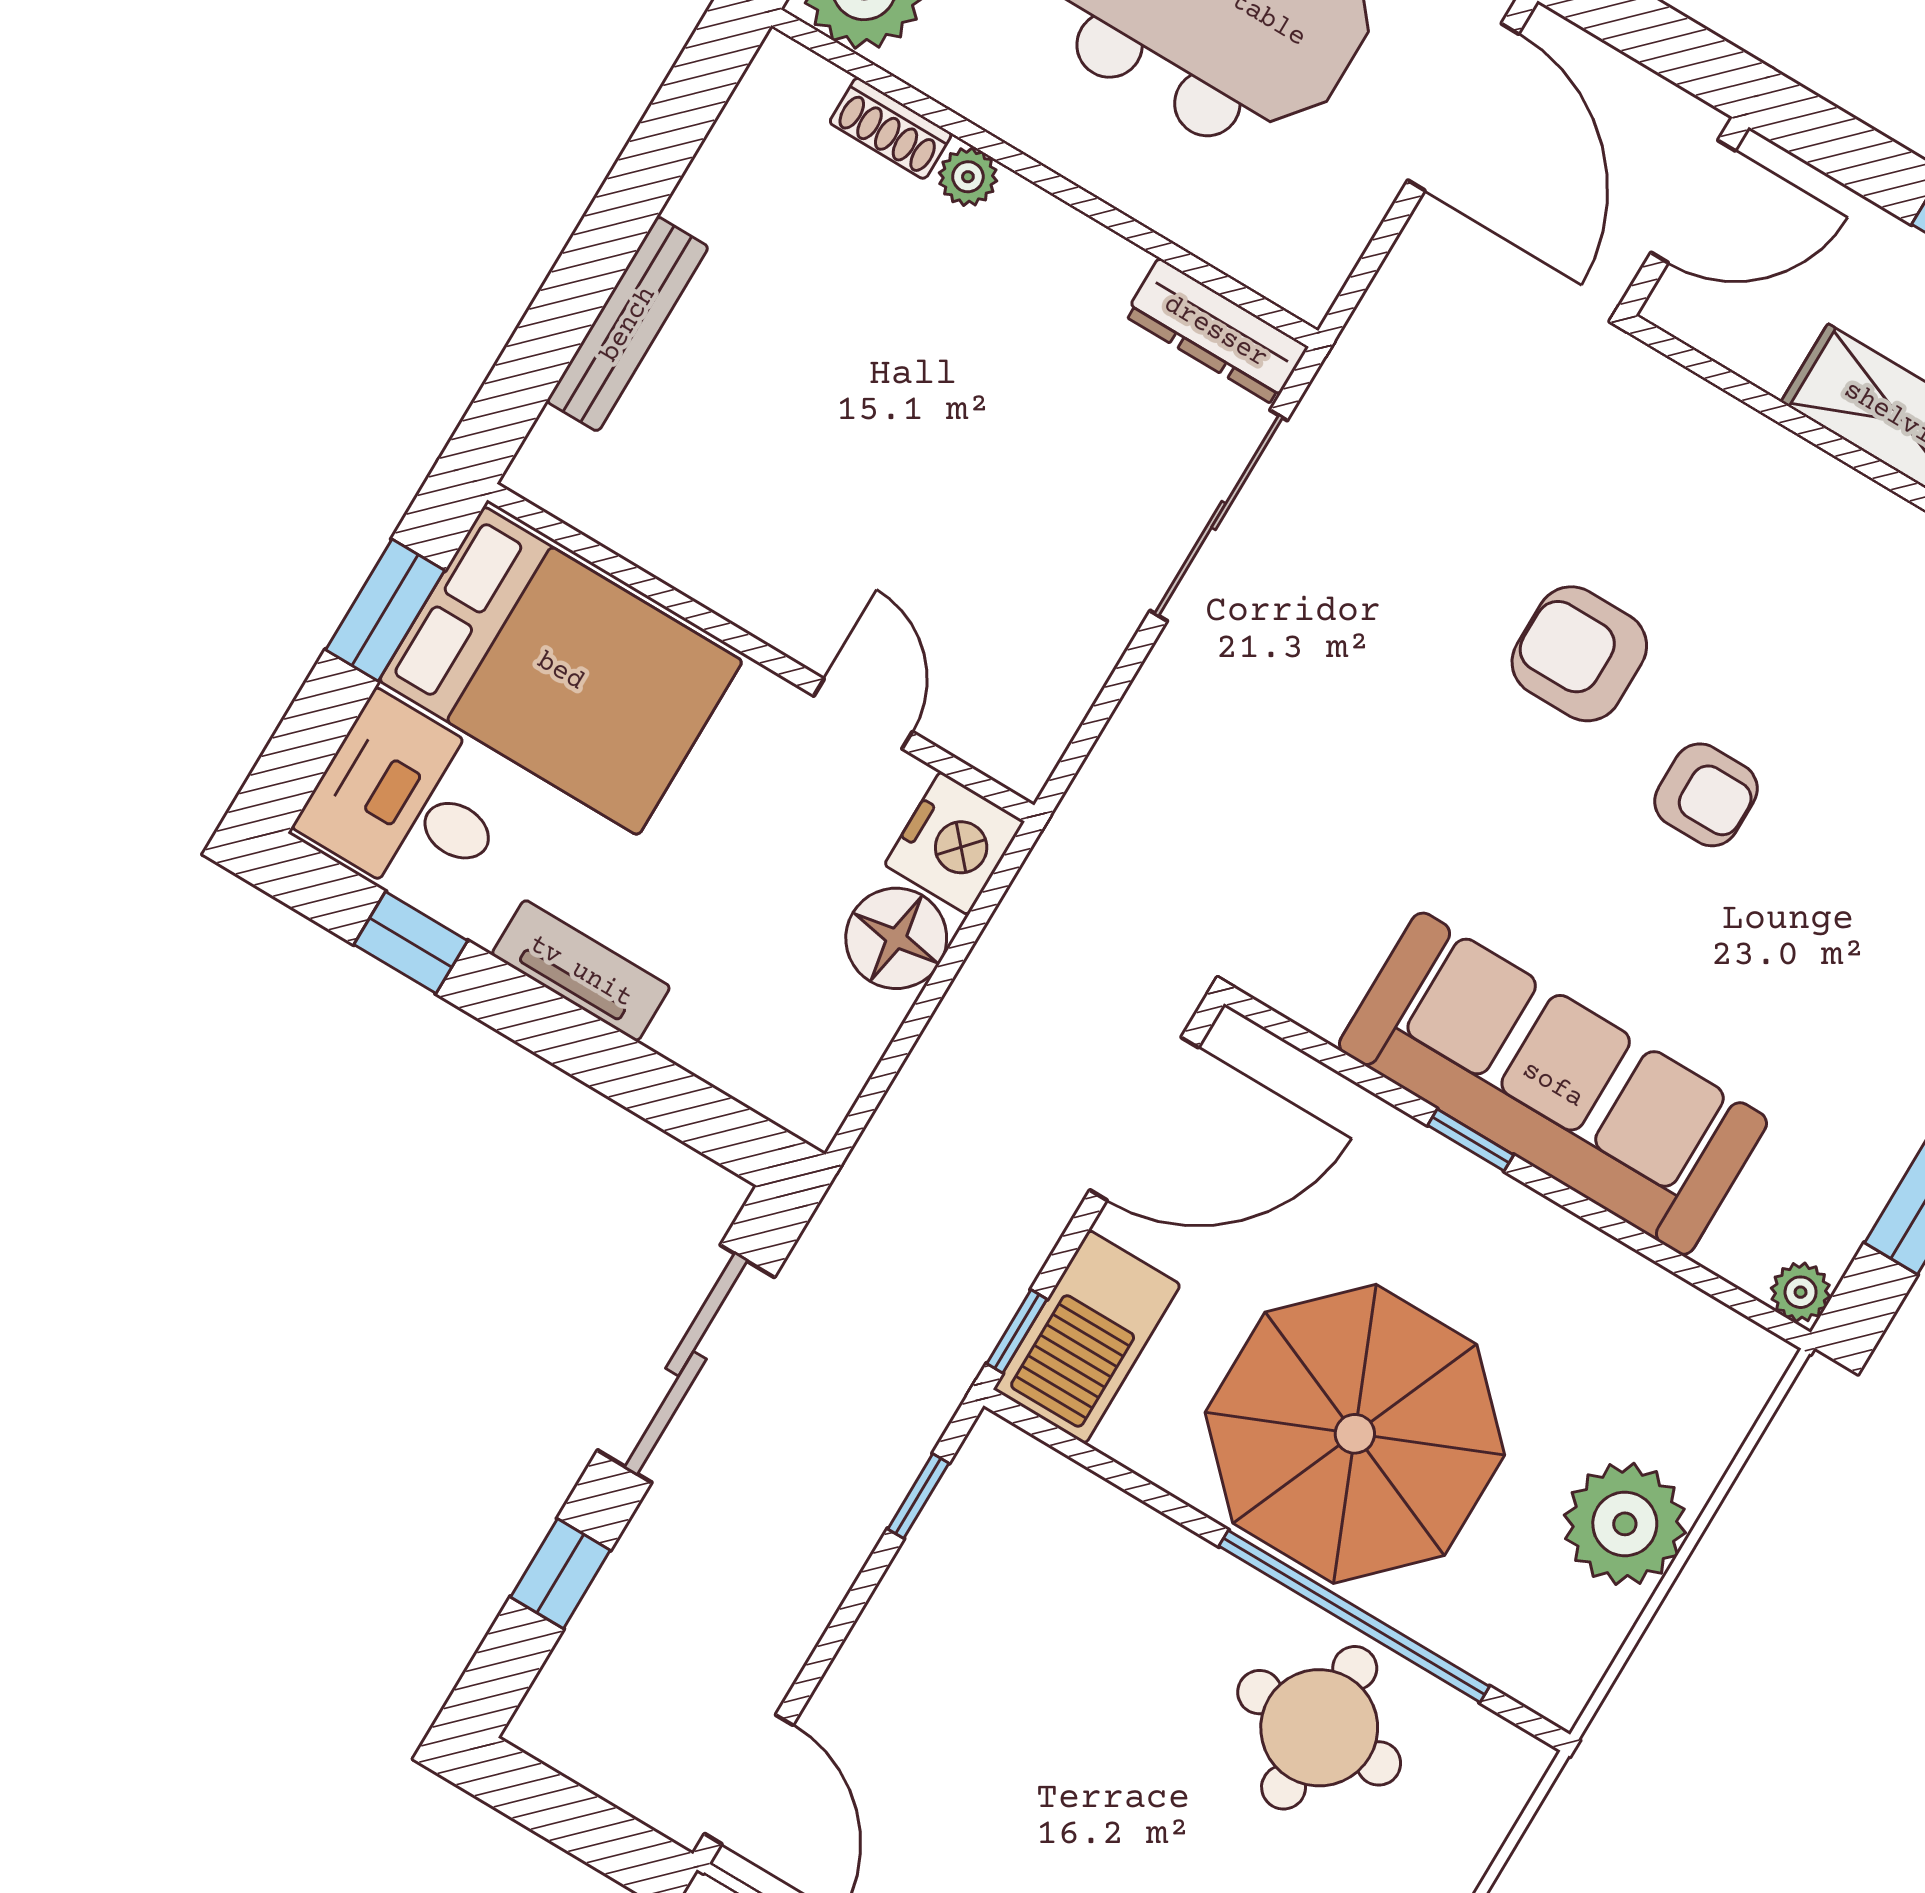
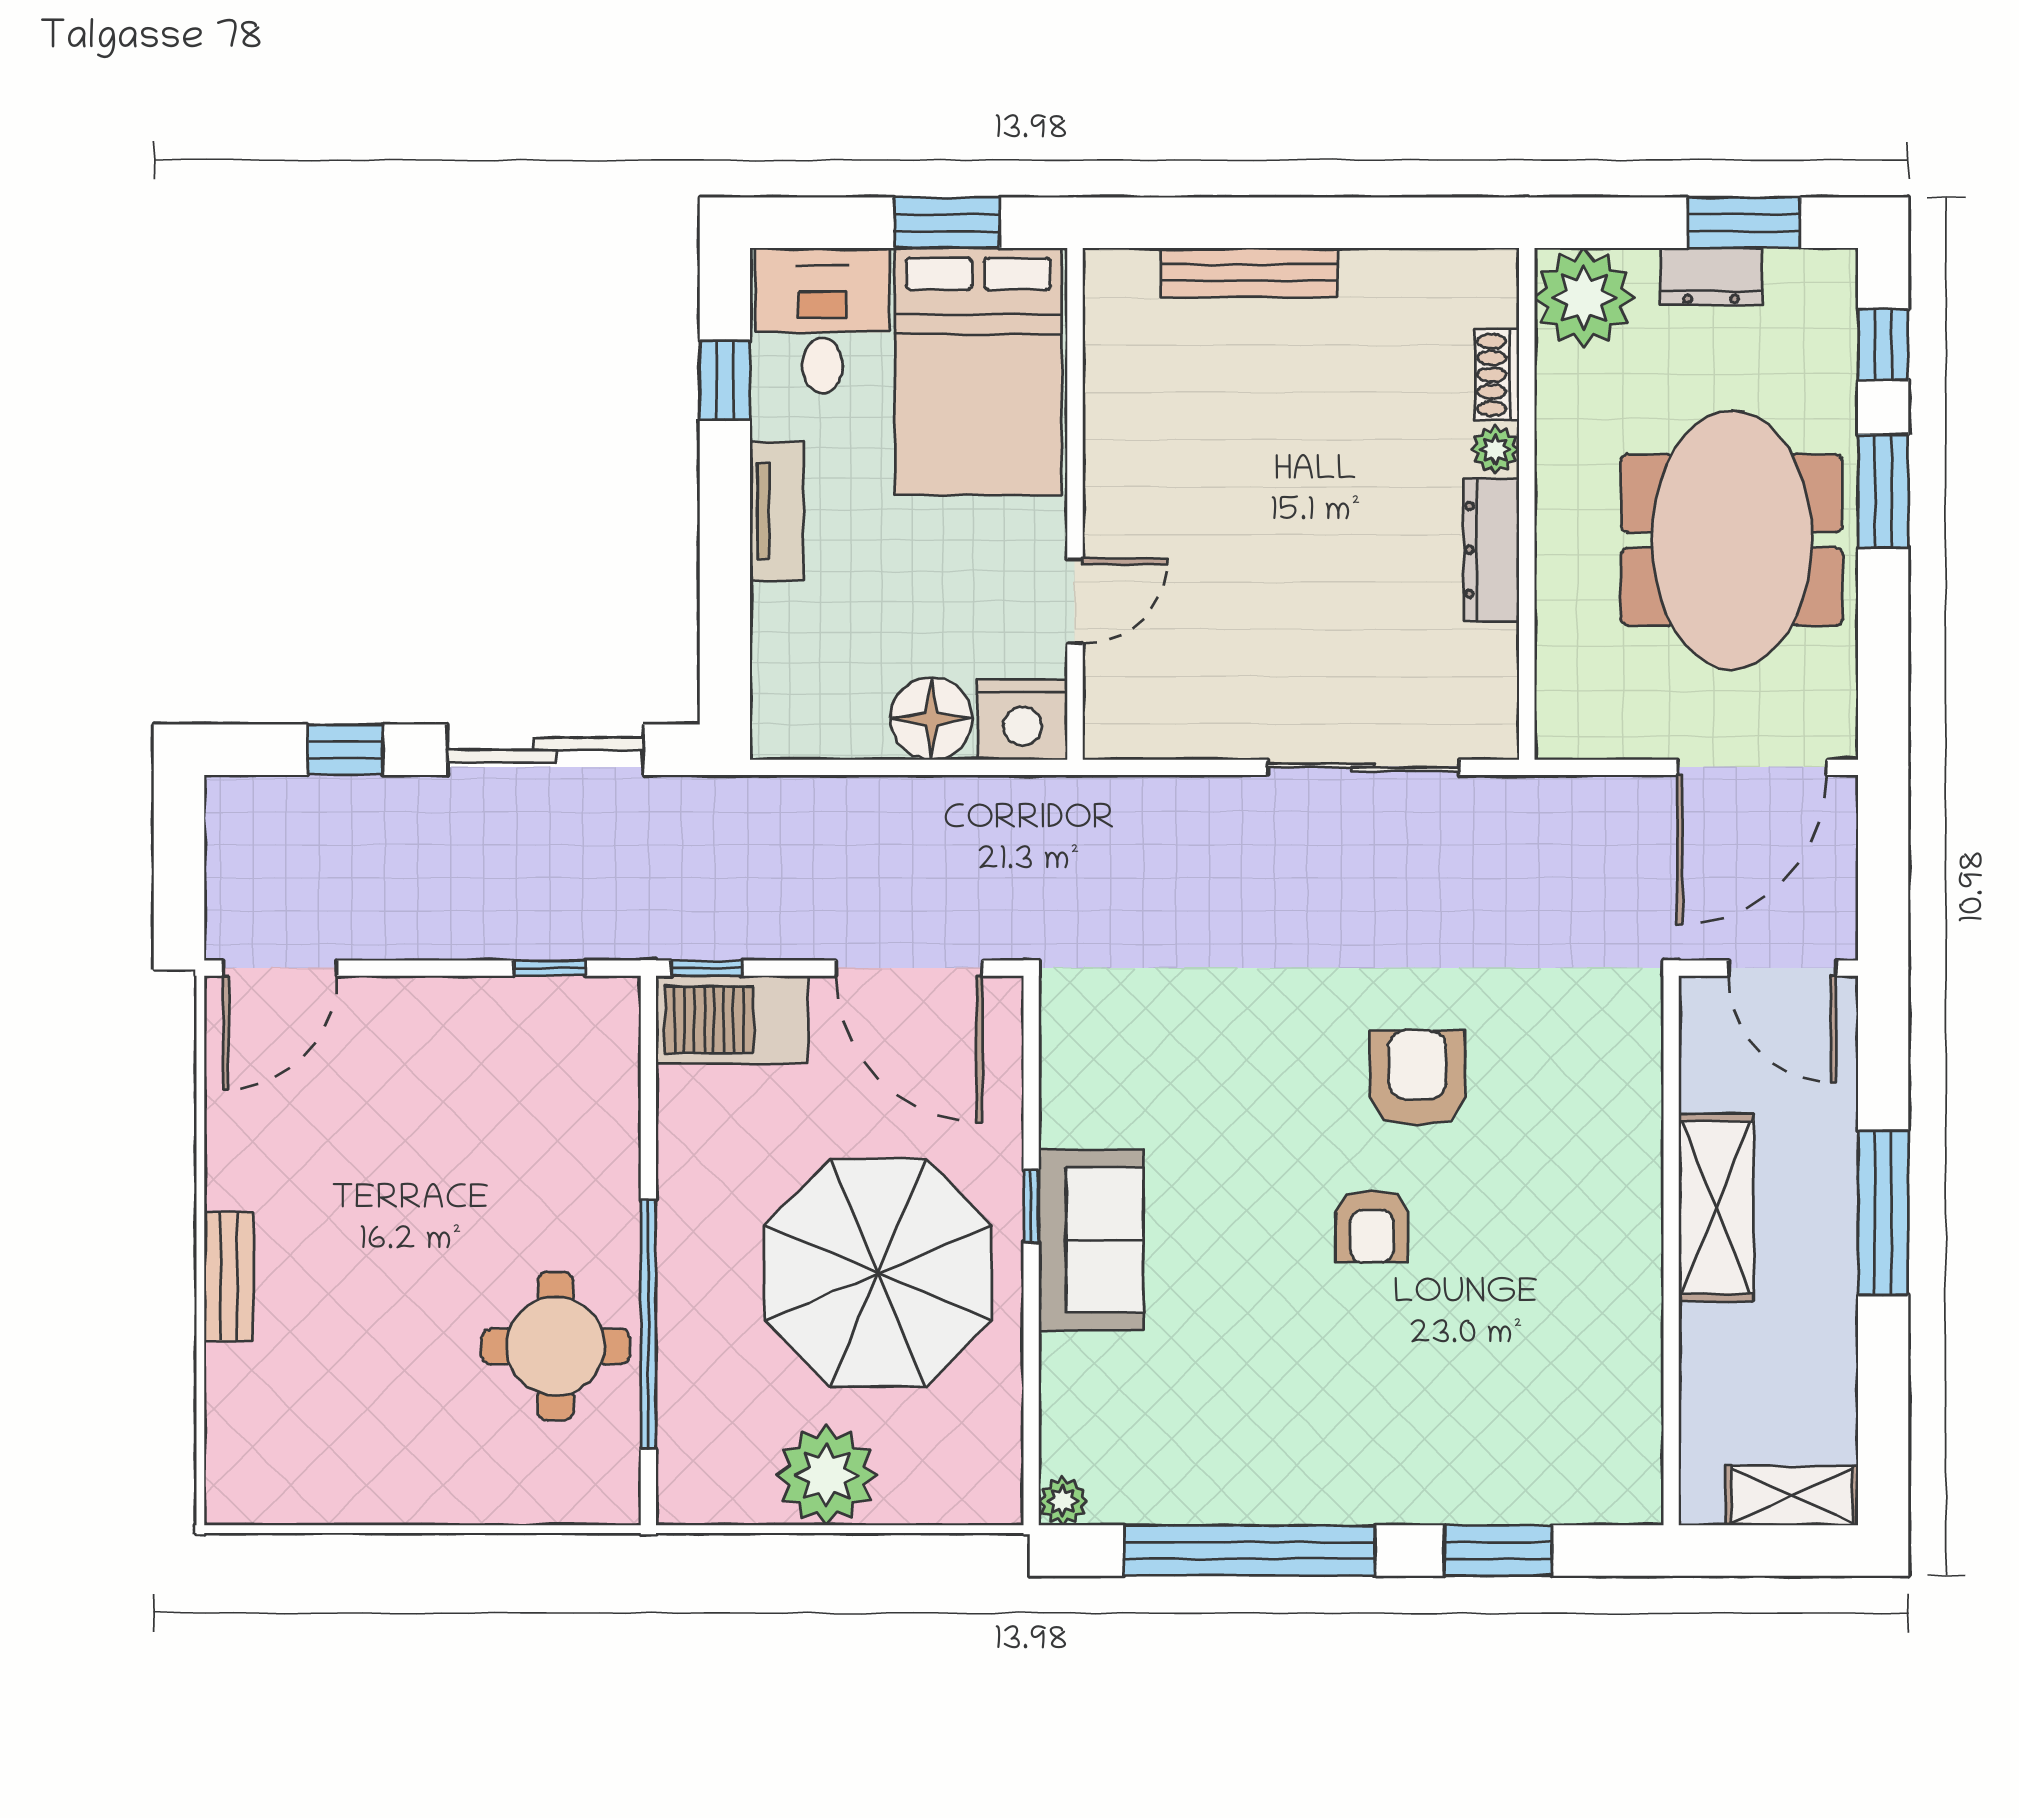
dresser: (1216, 331) -> (1491, 550), moved
sofa: (1553, 1084) -> (1091, 1240), width x0.54, depth x0.79
parasol: (1355, 1434) -> (878, 1273), moved

